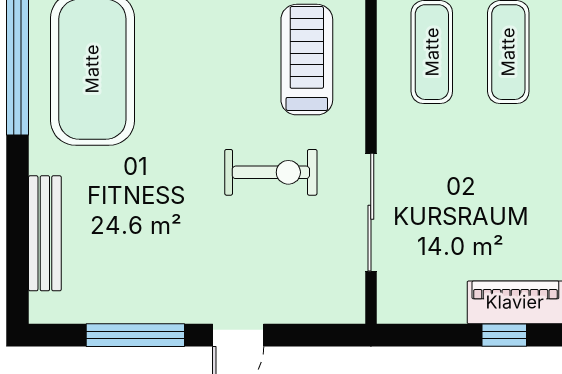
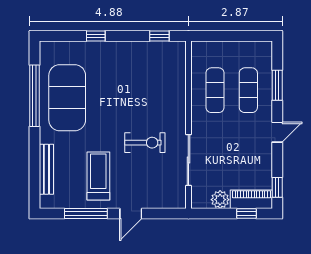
treadmill: (307, 60) -> (98, 176), moved
plant: (443, 303) -> (220, 200), added

